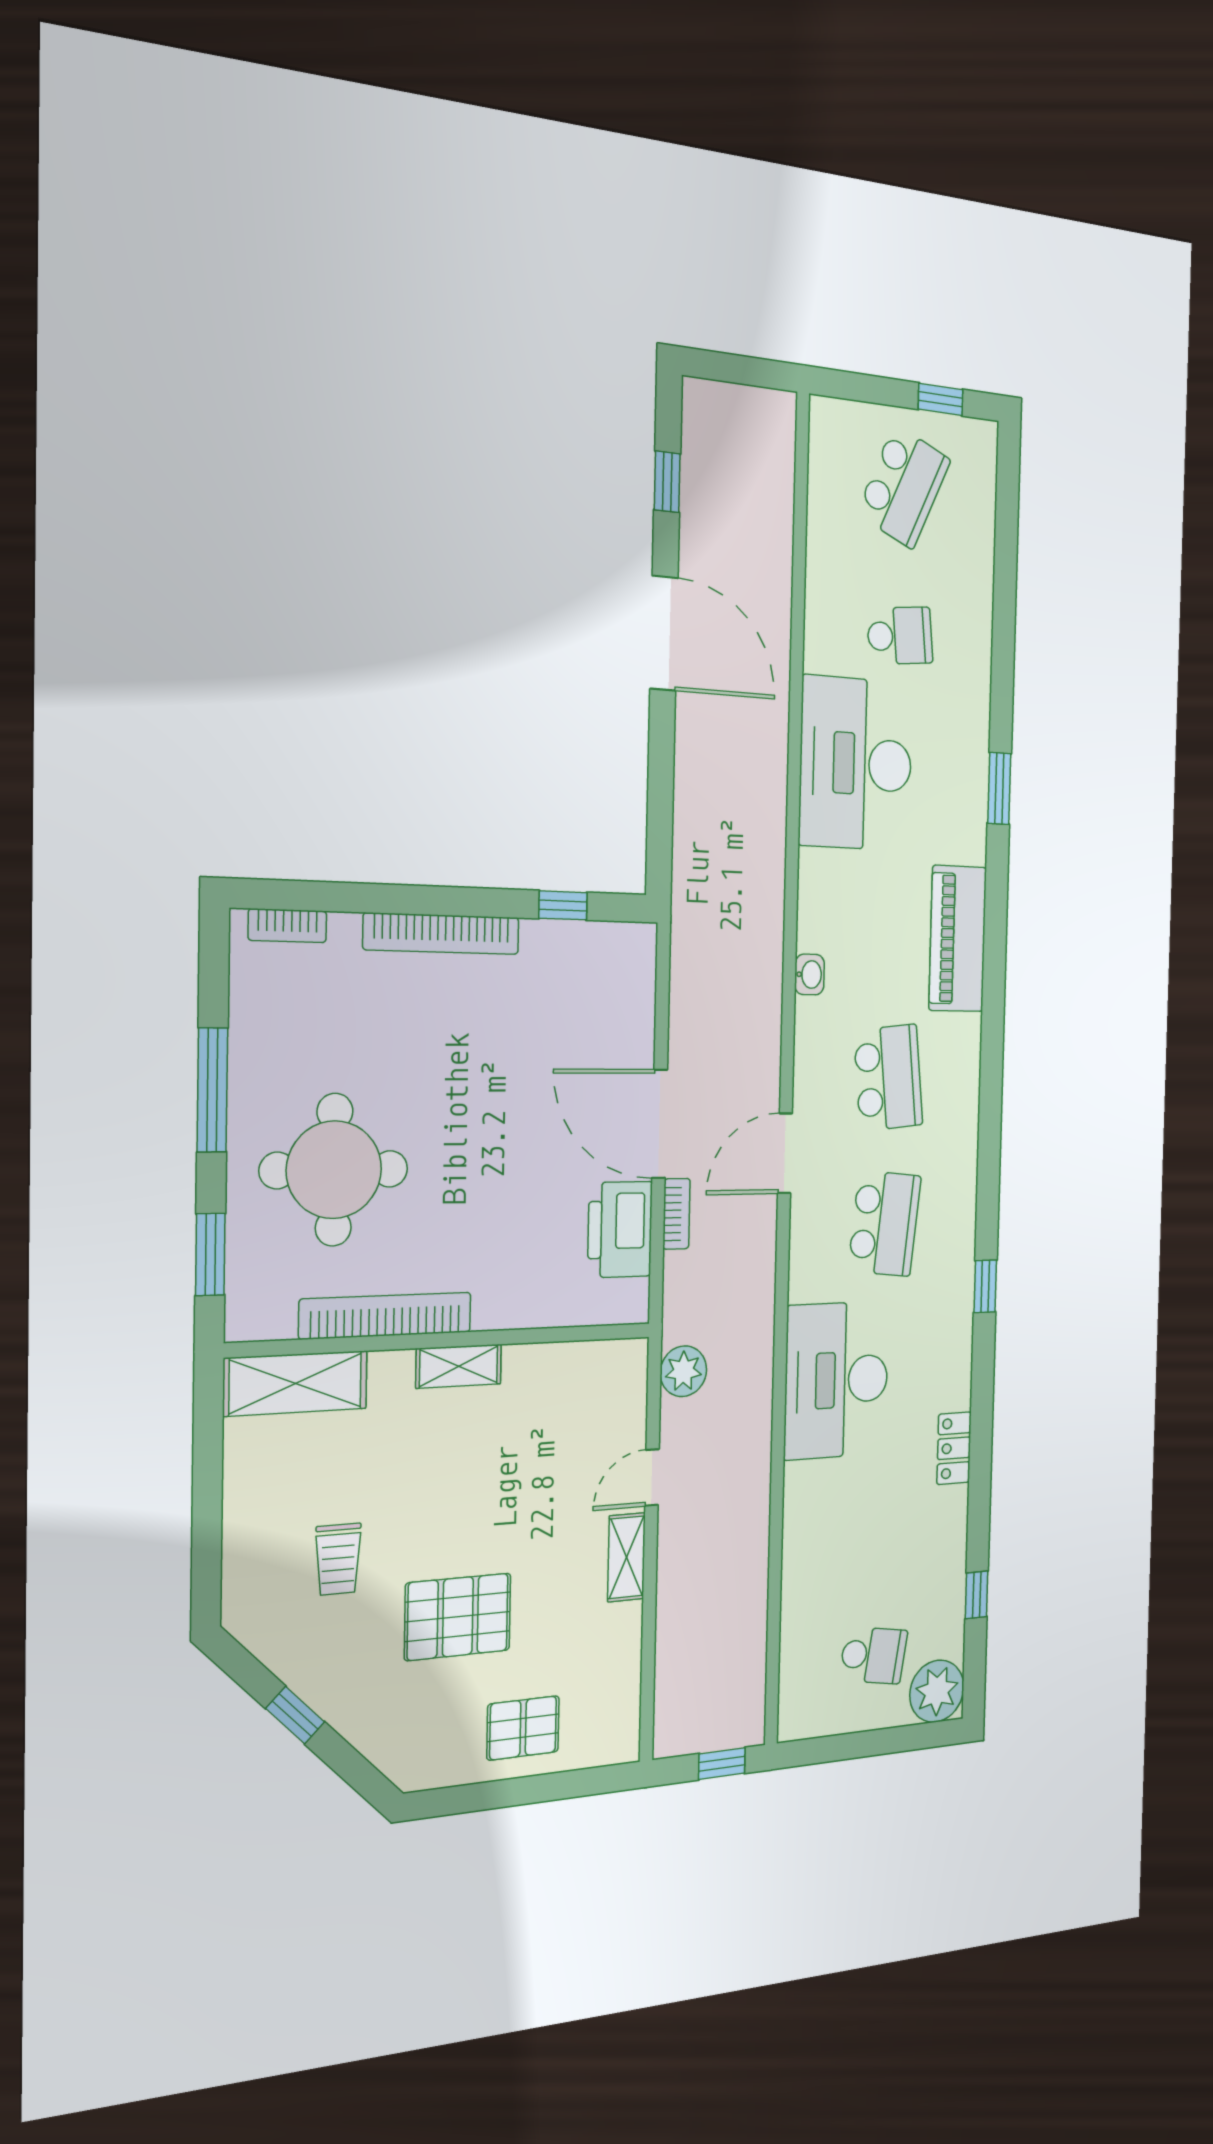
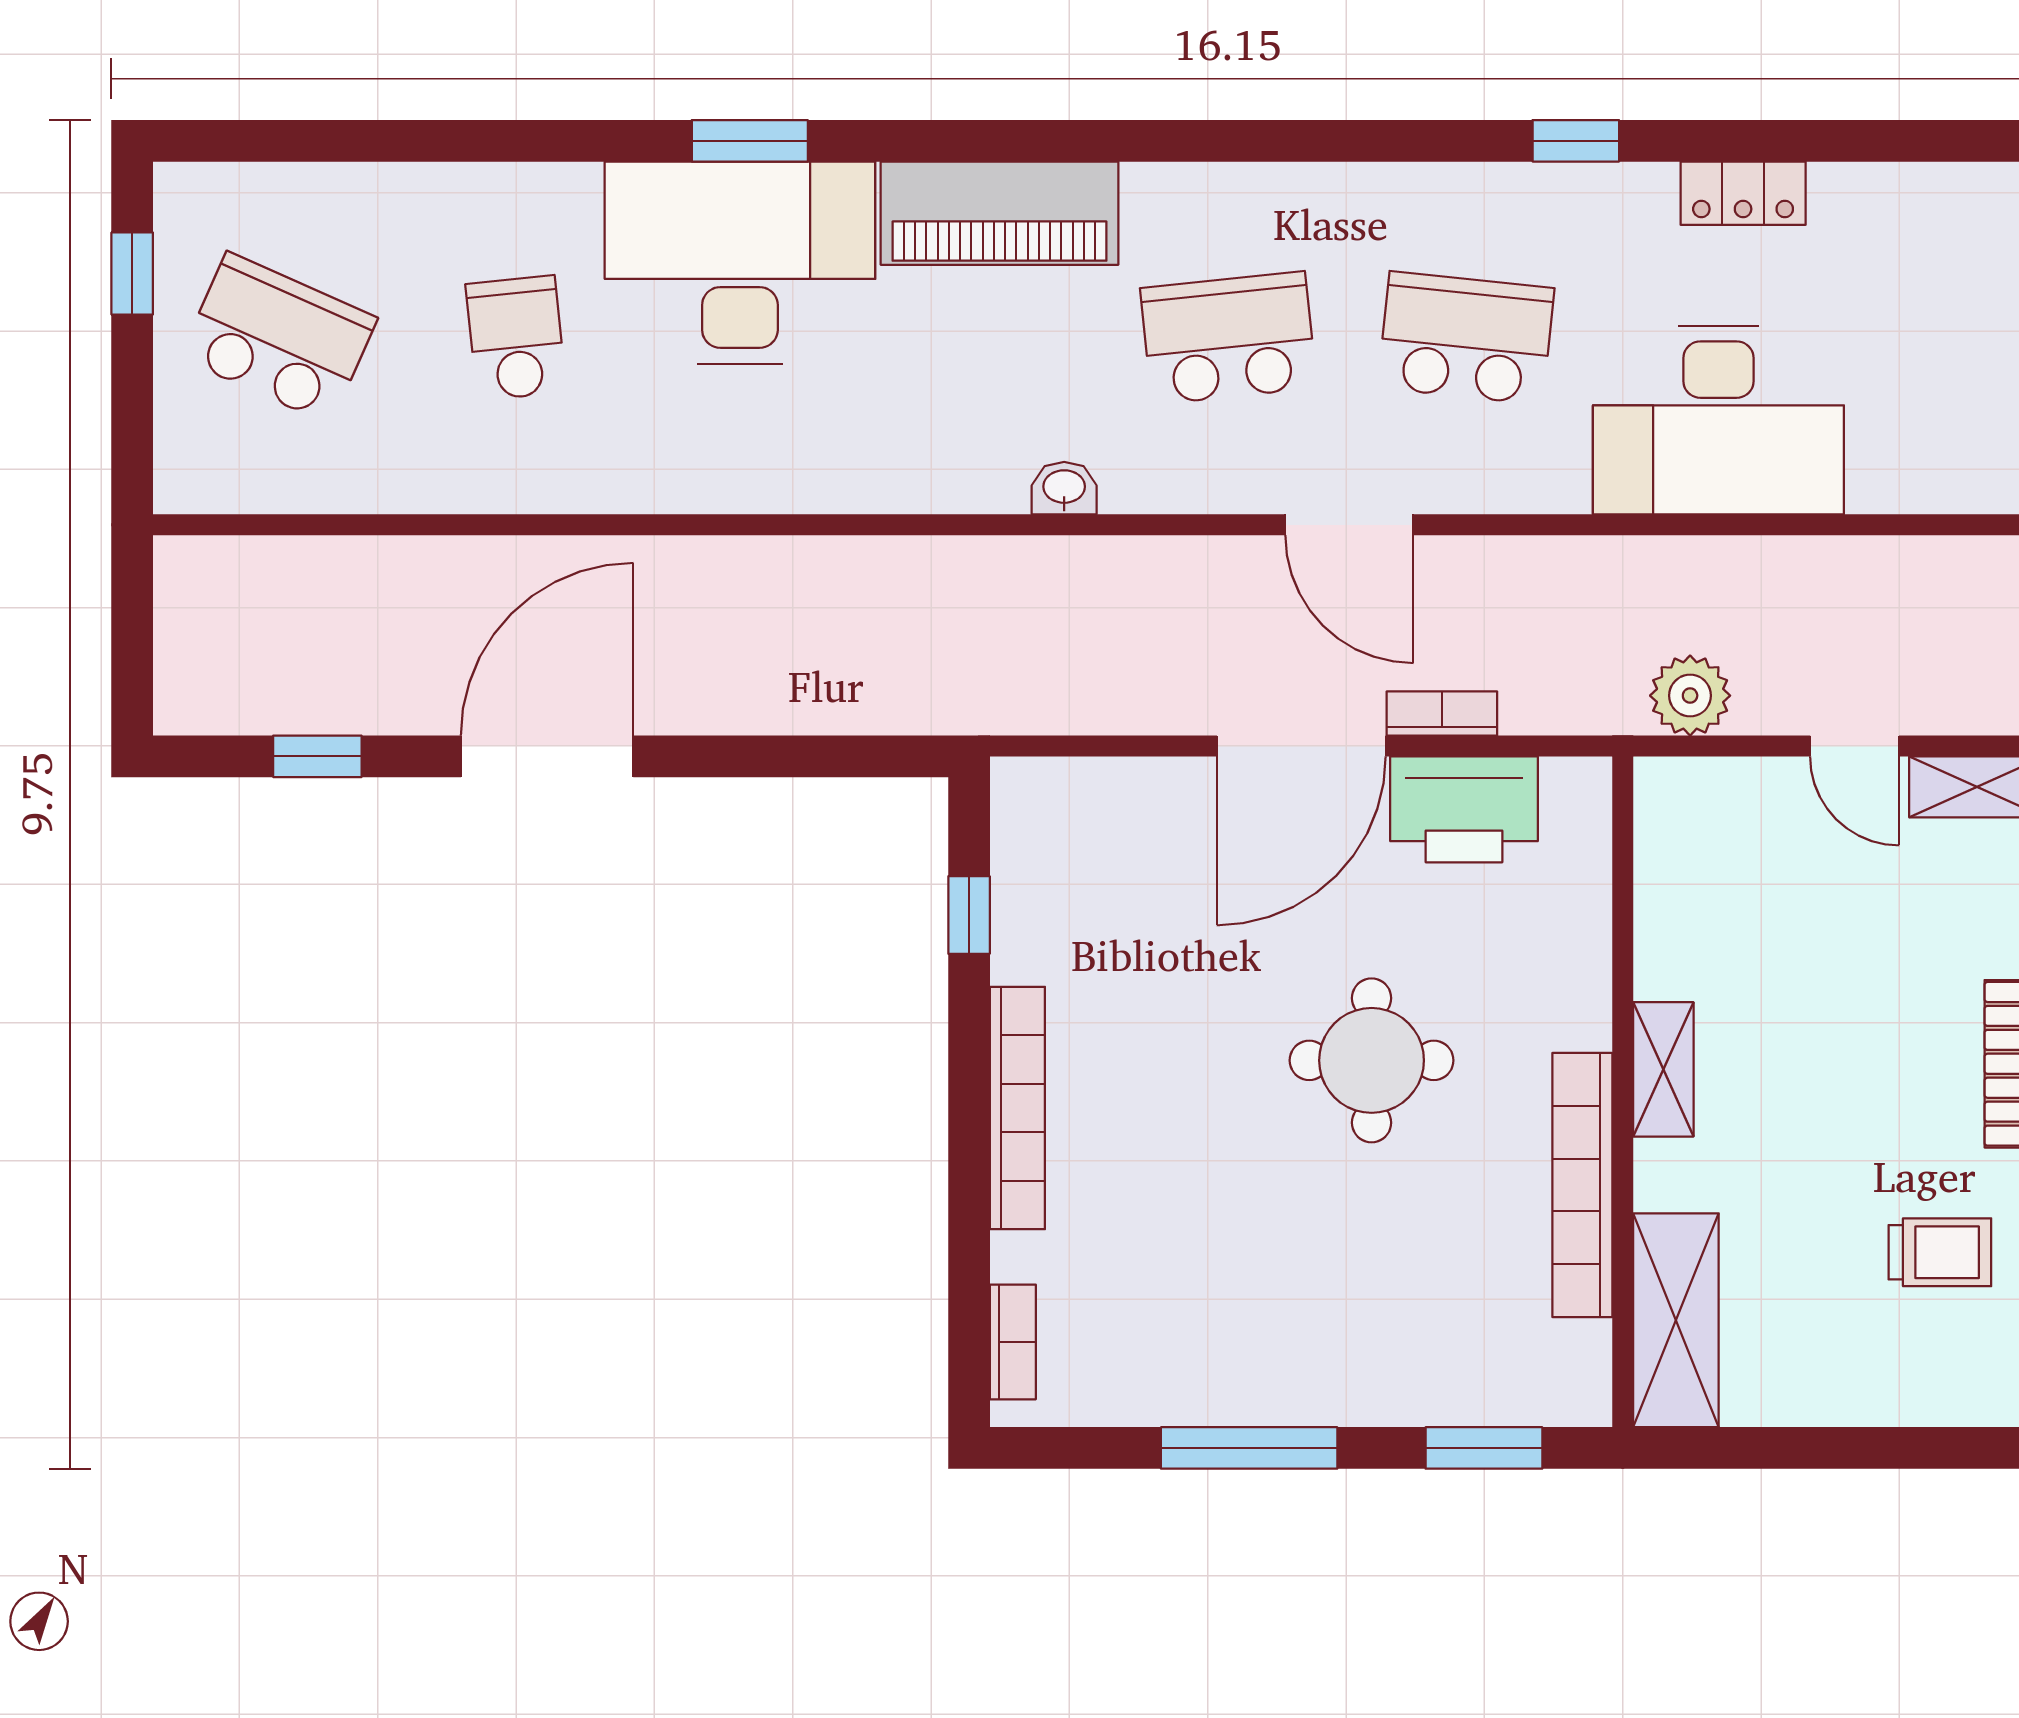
desk: (856, 764) -> (740, 263), moved, turned 180
round table: (334, 1170) -> (1372, 1060), moved, width x0.73, depth x0.73
locker: (954, 1448) -> (1743, 193), moved

